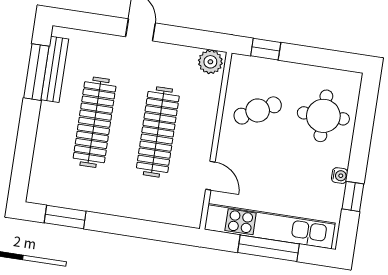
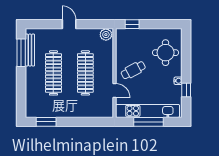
cafe table: (258, 110) -> (133, 70), moved

